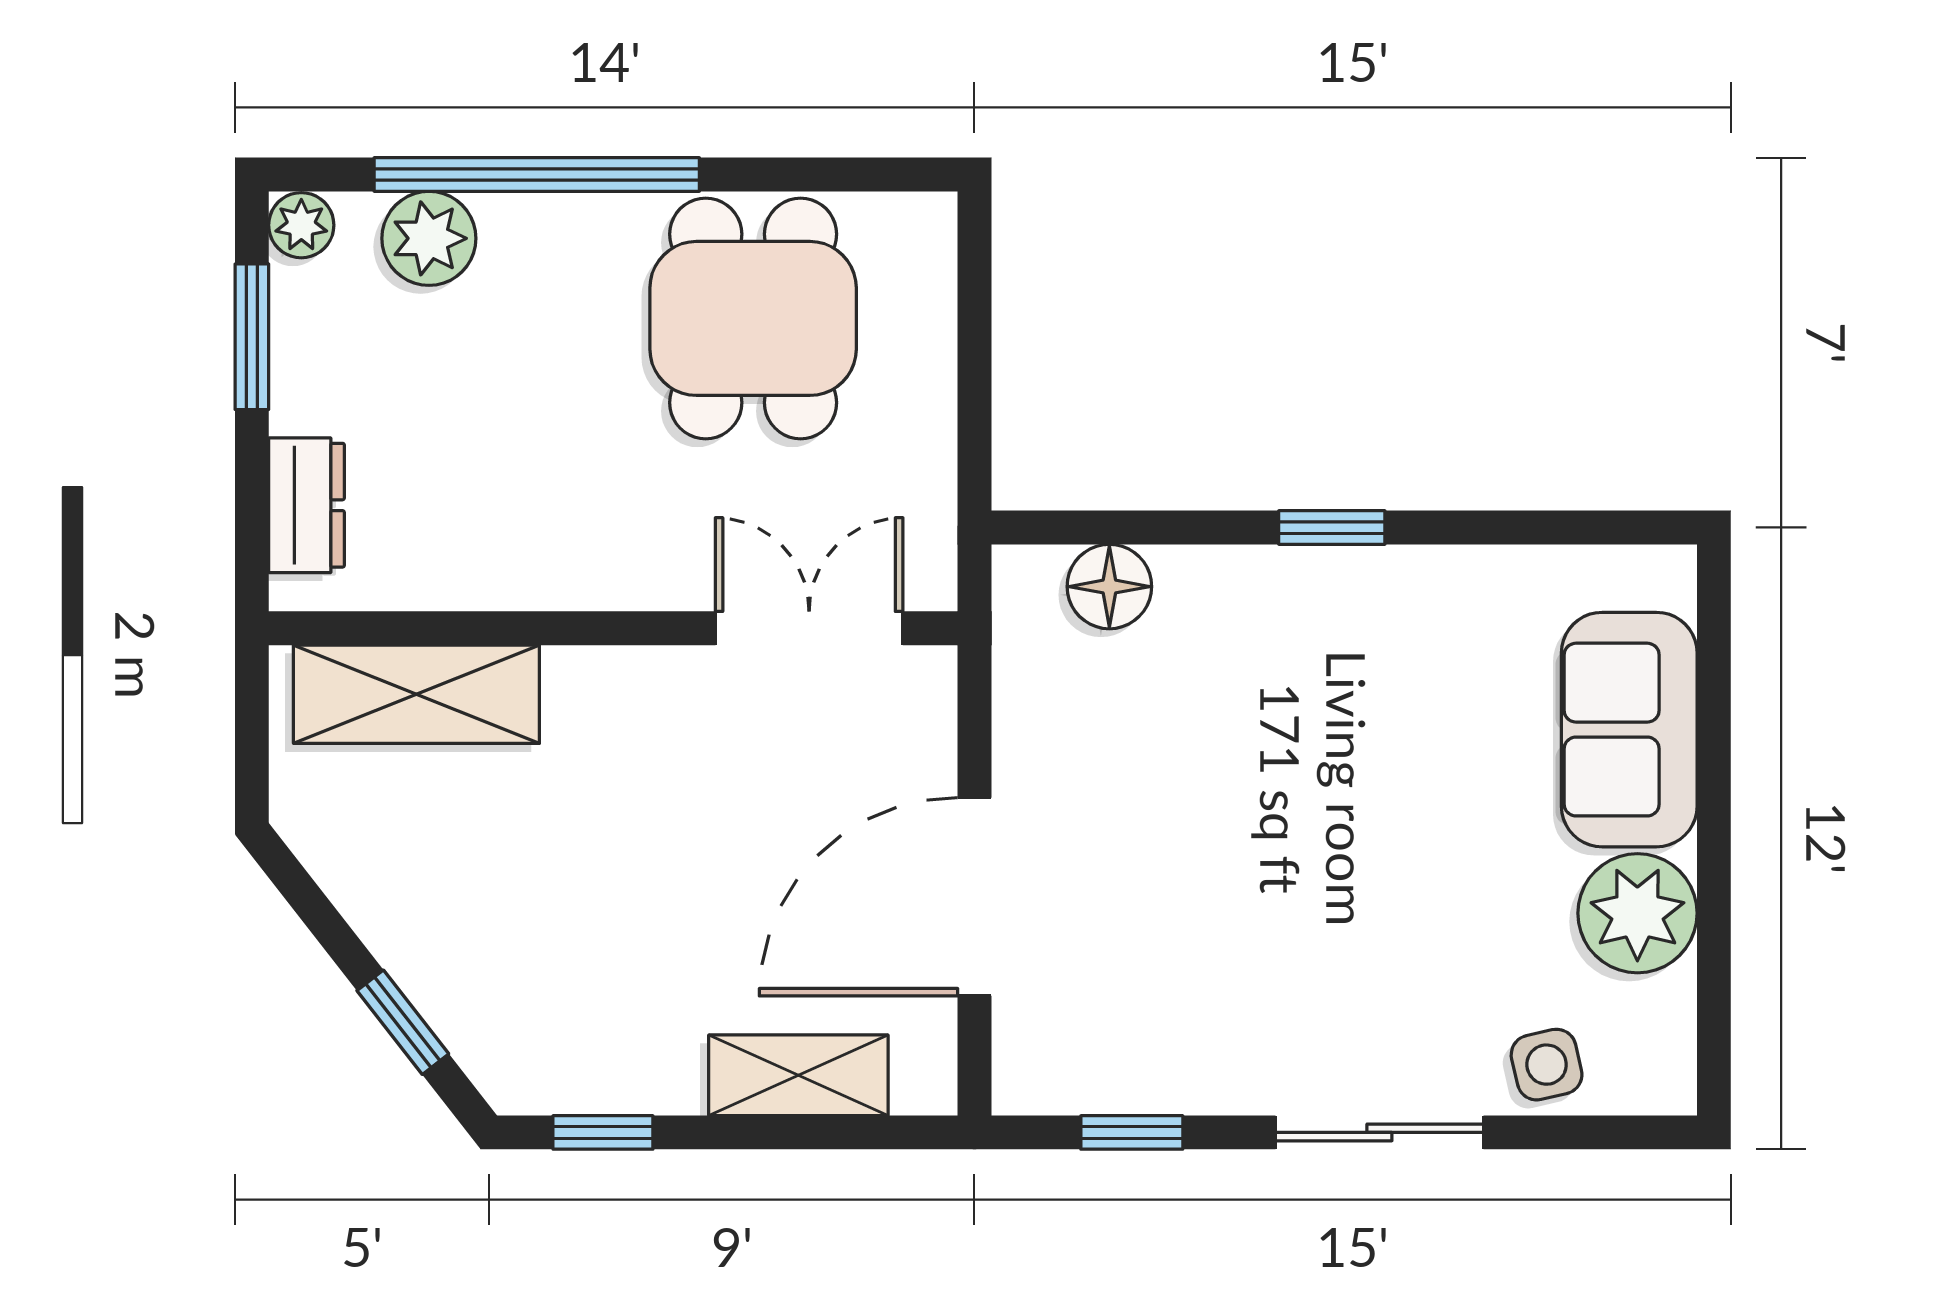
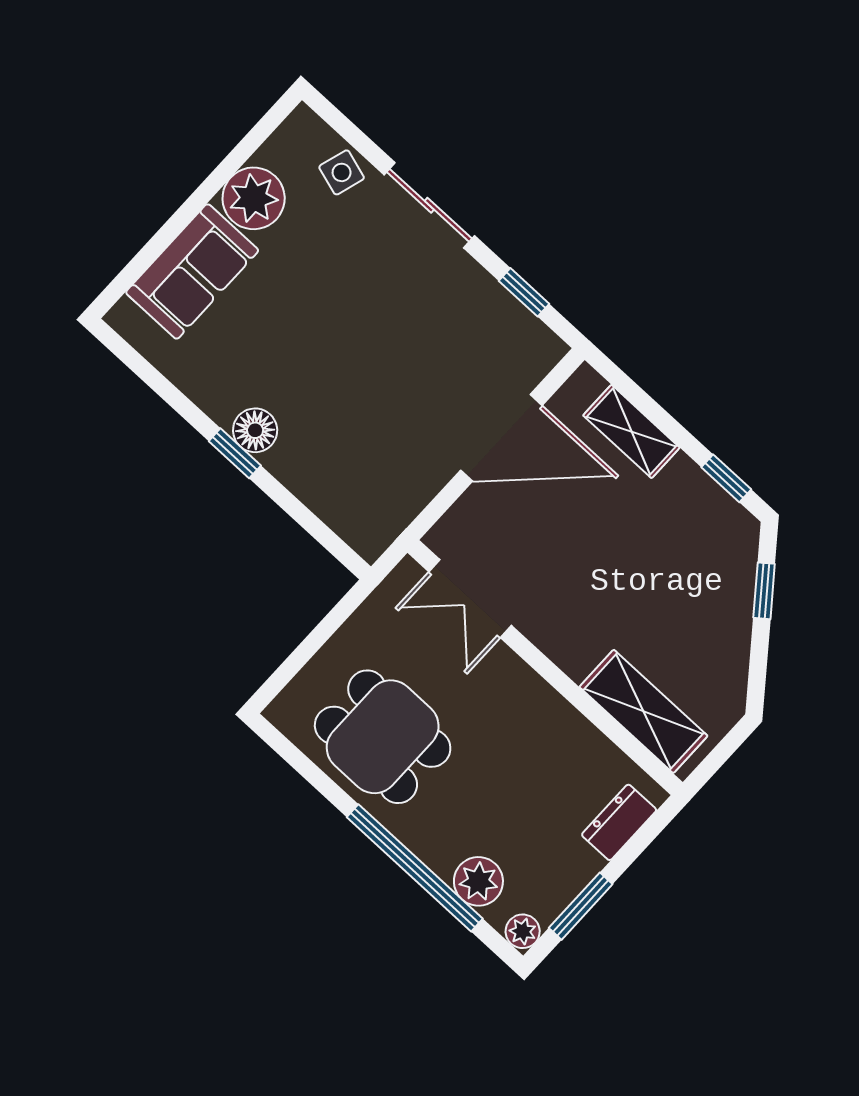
dining table: (753, 318) -> (383, 737), turned 90
floor lamp: (1109, 587) -> (255, 430), moved
side table: (1547, 1065) -> (342, 172), turned 30

